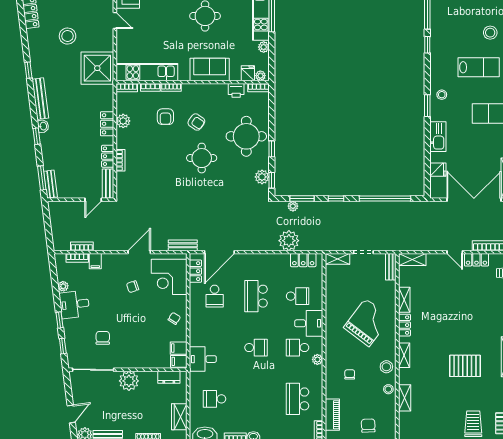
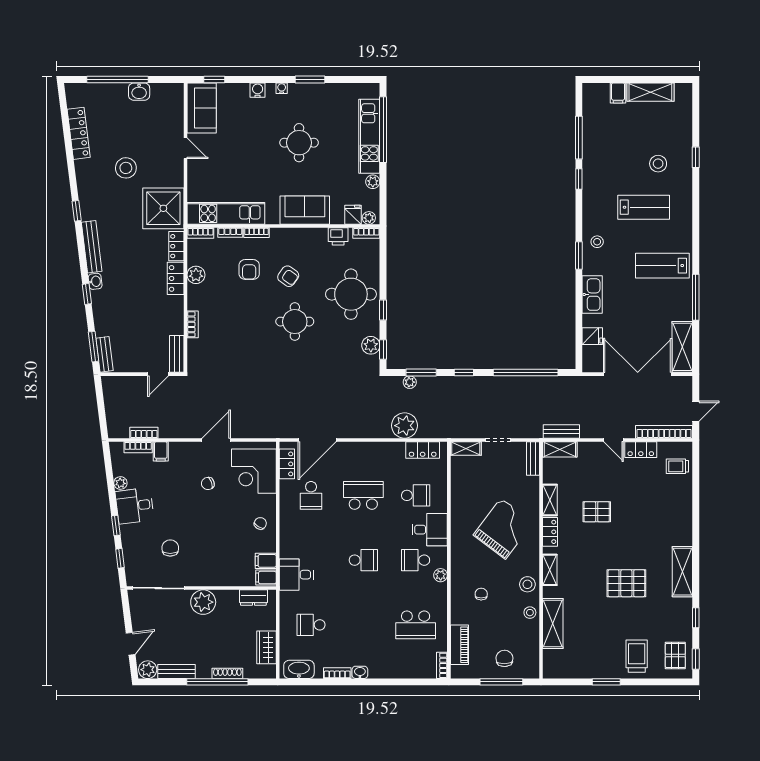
locker: (108, 156) -> (176, 246), moved
bench: (183, 245) -> (561, 431), moved
school desk: (256, 296) -> (363, 495), turned 90
pallet: (441, 309) -> (597, 512), added
shelving: (405, 398) -> (553, 624), width x1.50, depth x1.33
school desk: (298, 399) -> (416, 625), turned -90

